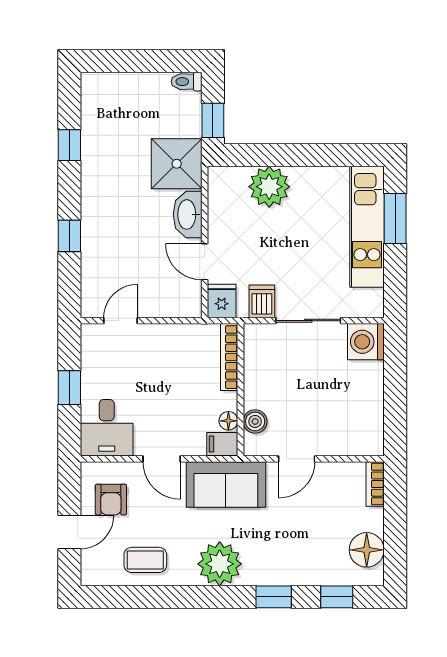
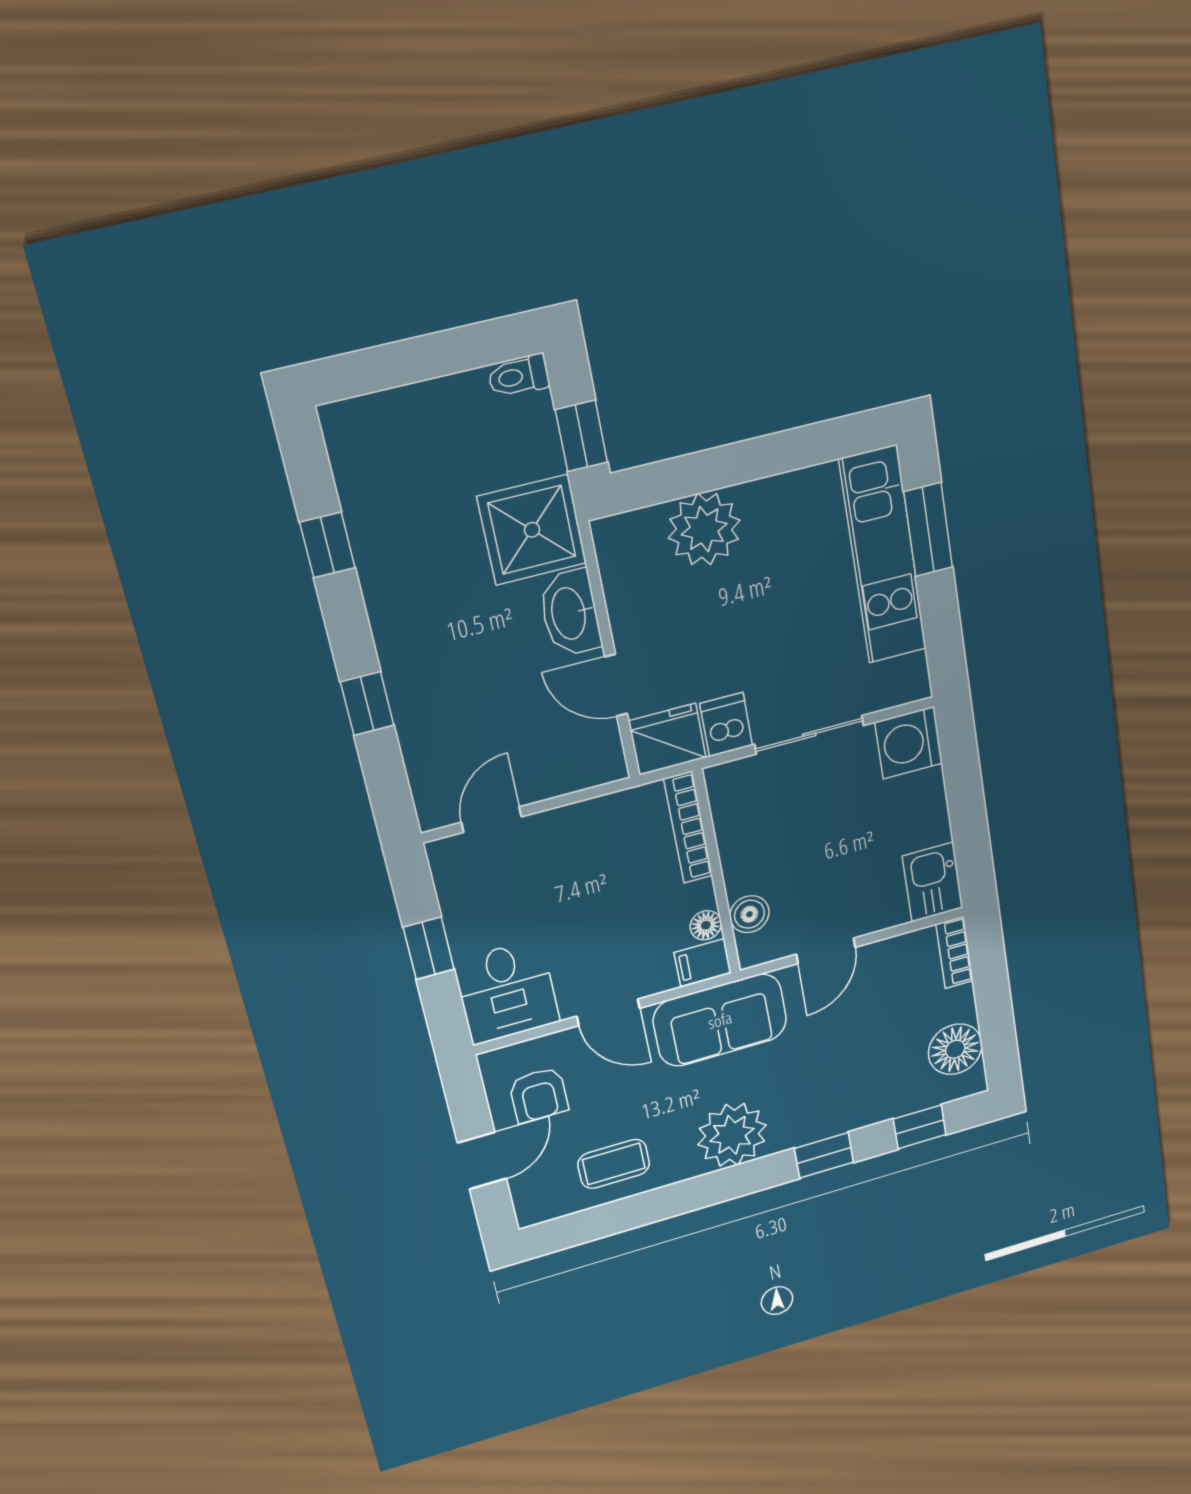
fridge: (222, 301) -> (667, 739), width x1.38
kitchen sink: (368, 434) -> (933, 882), added

